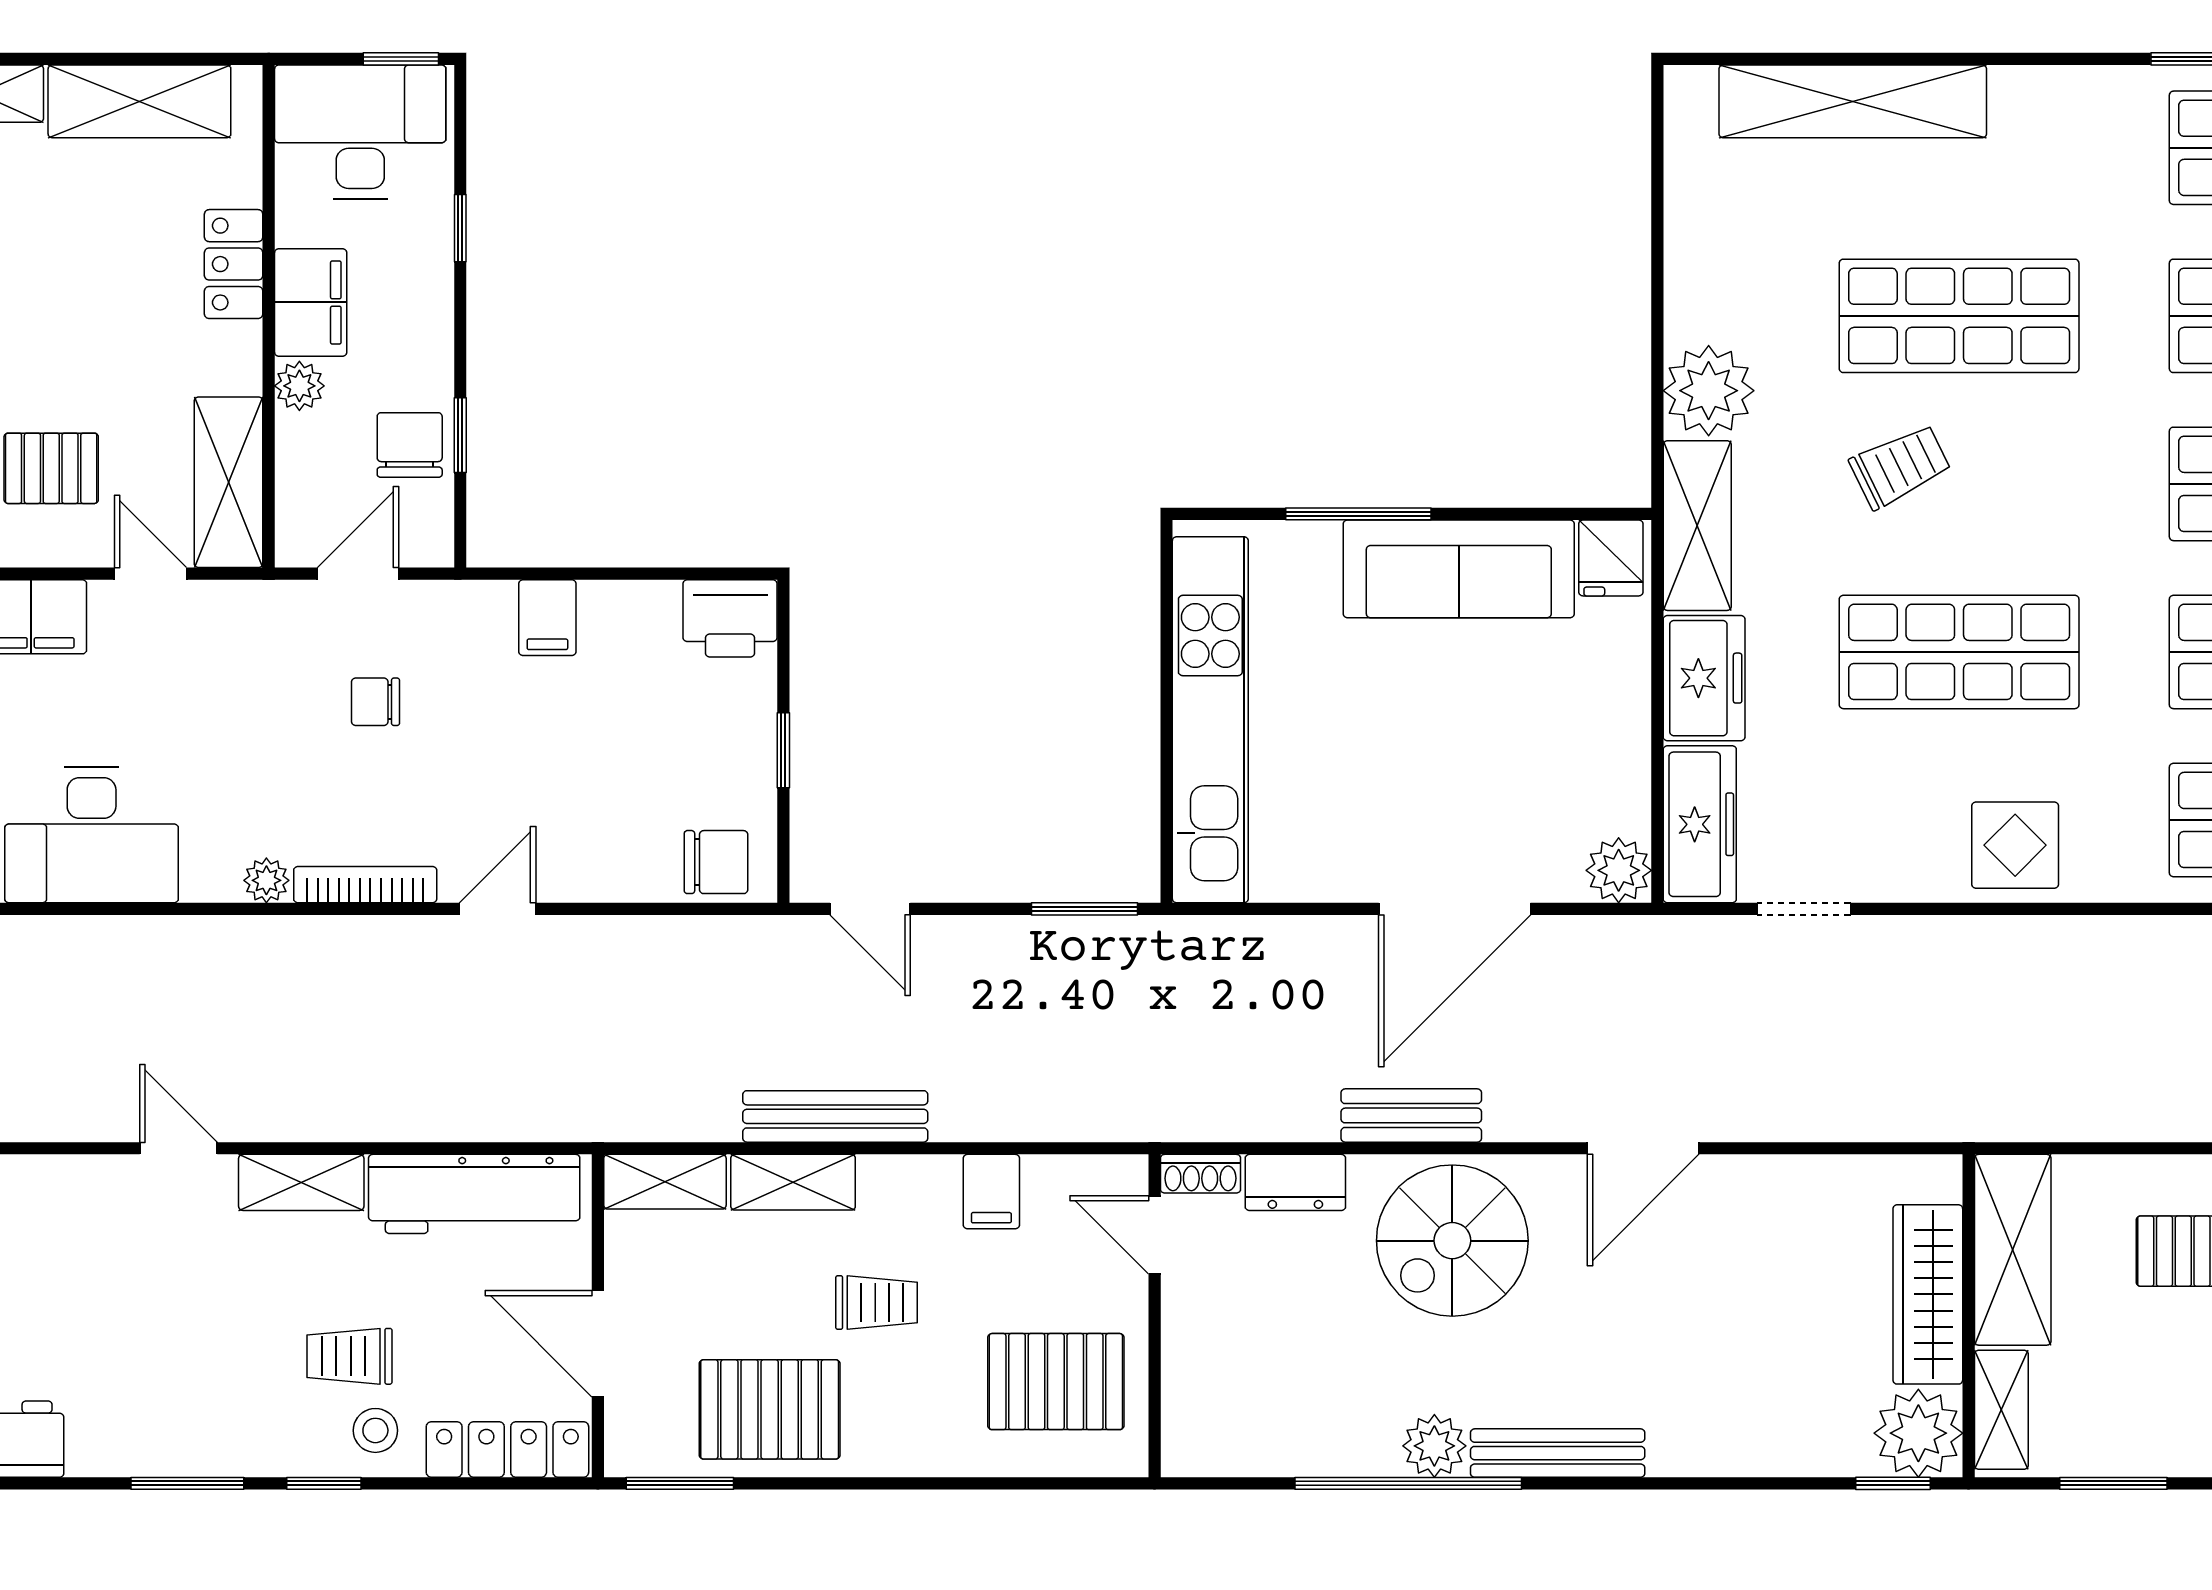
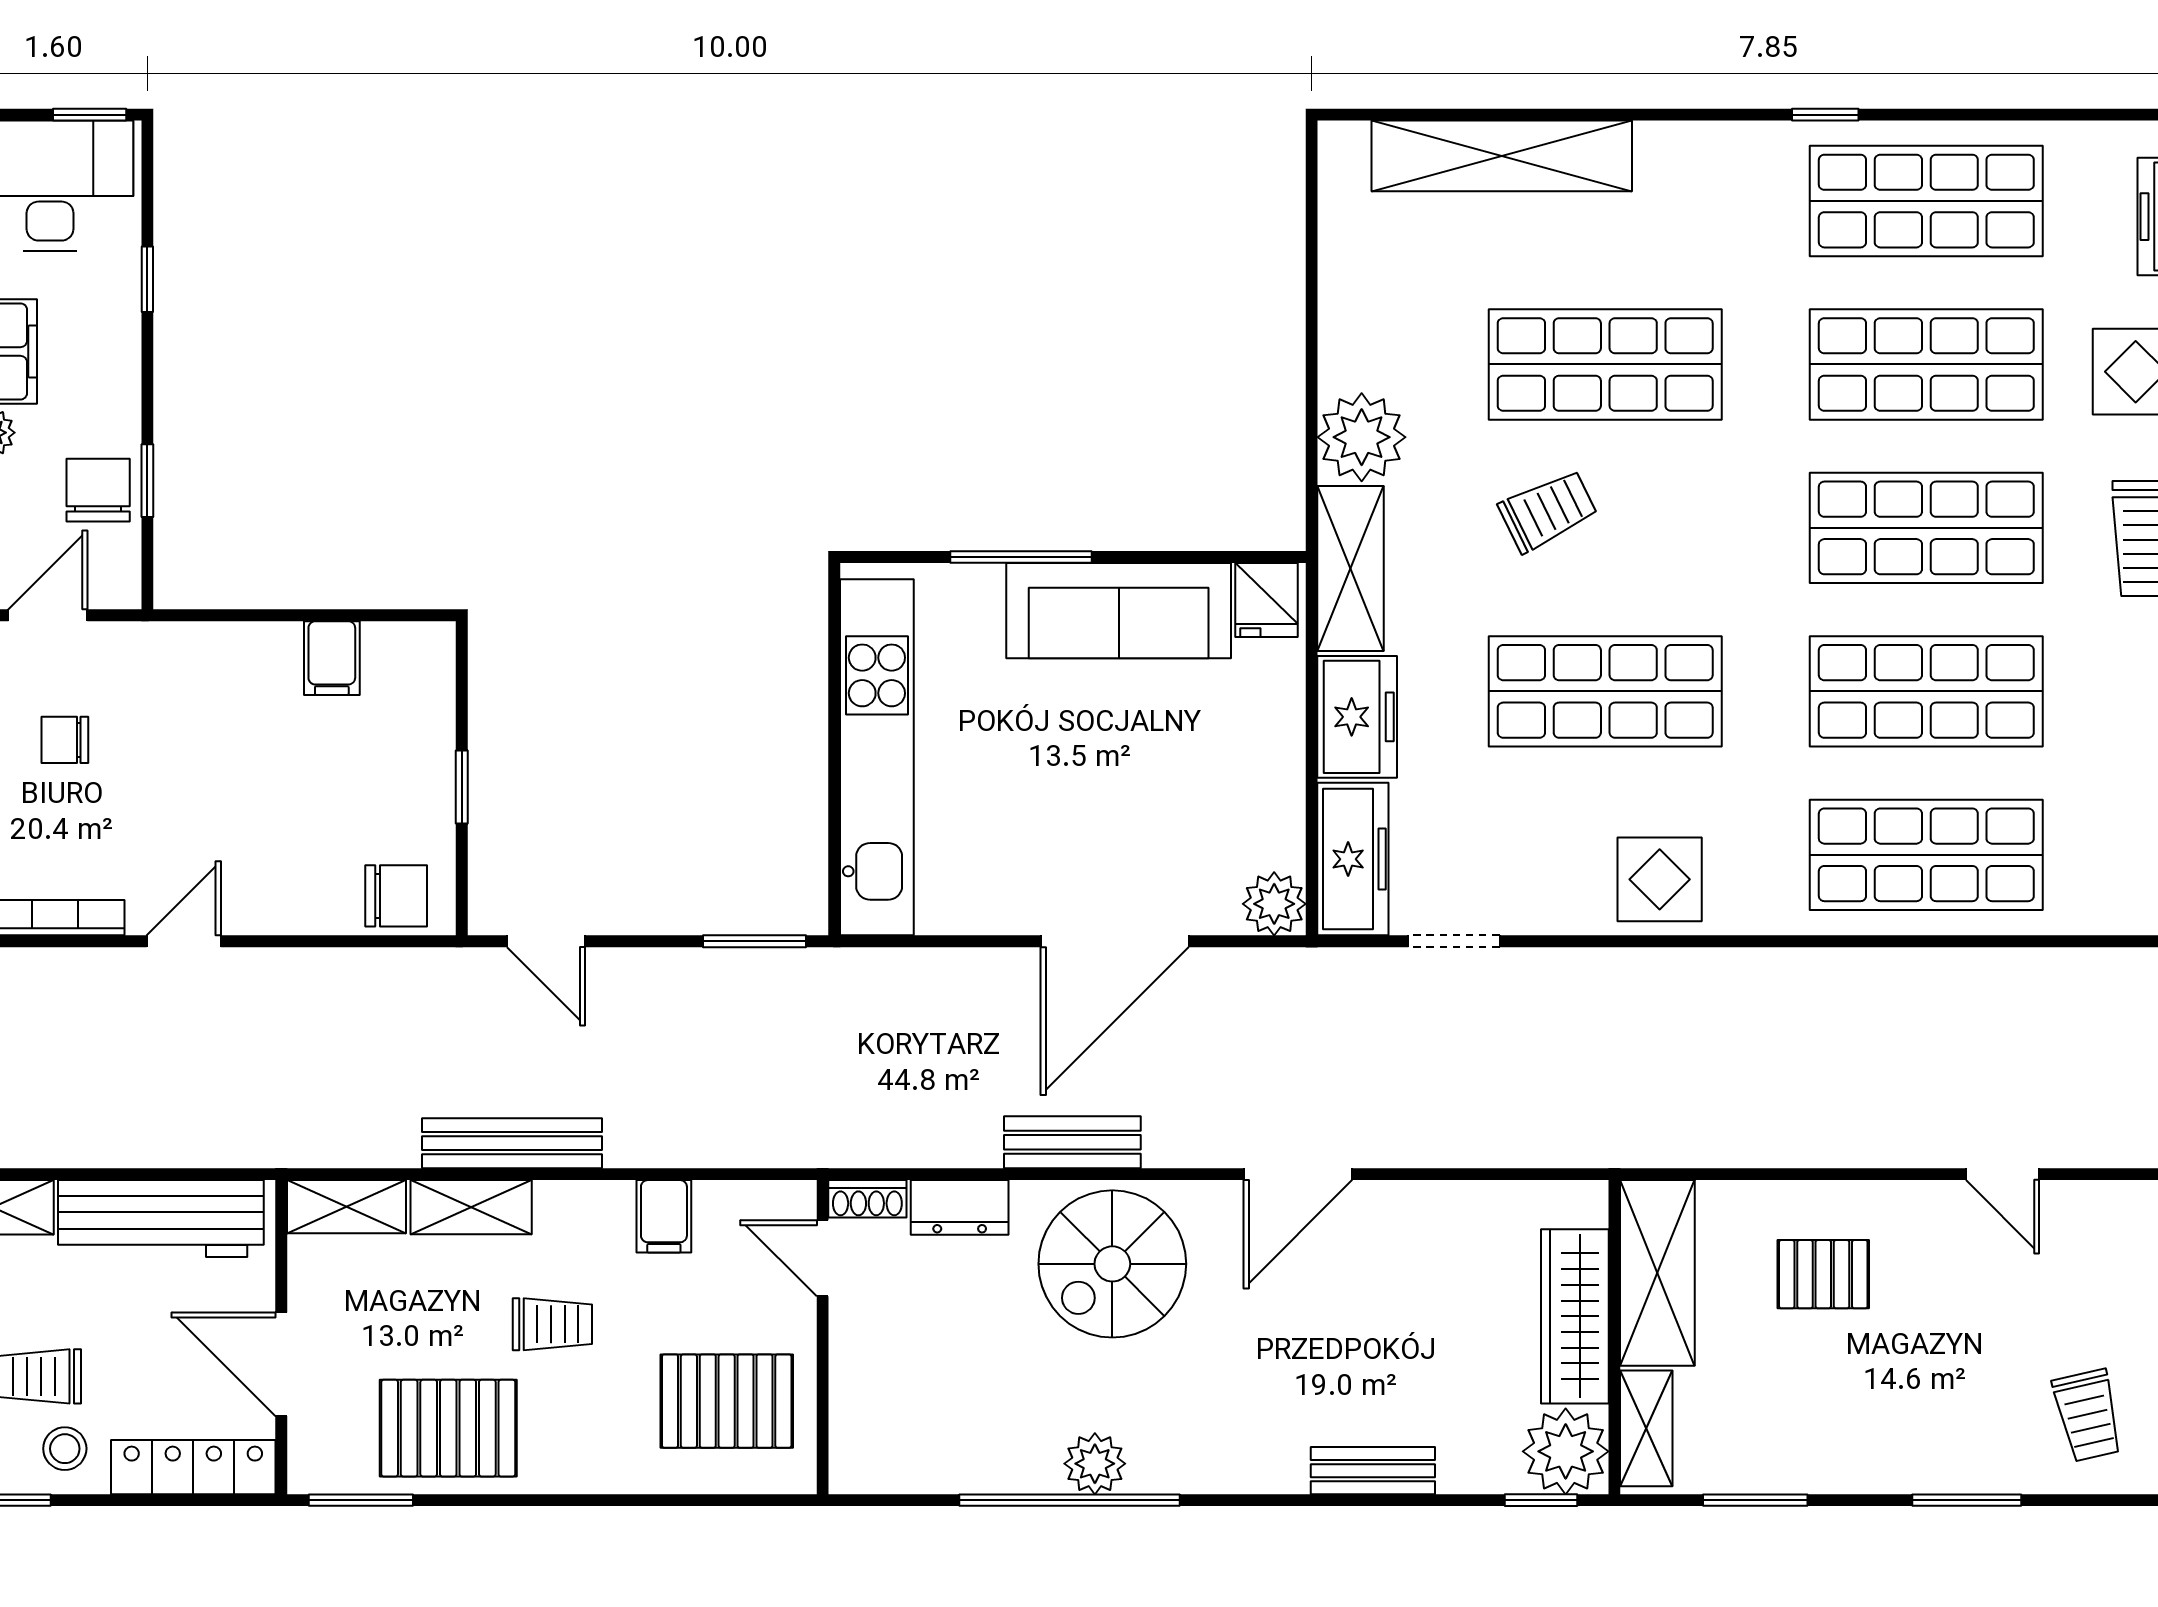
filing cabinet: (547, 618) -> (332, 658), moved
printer: (730, 618) -> (410, 659), removed
bench: (1558, 1453) -> (1373, 1471), moved, width x0.73

